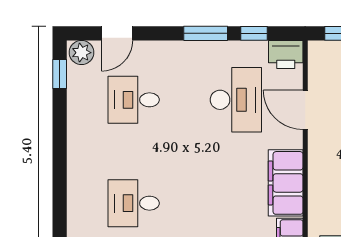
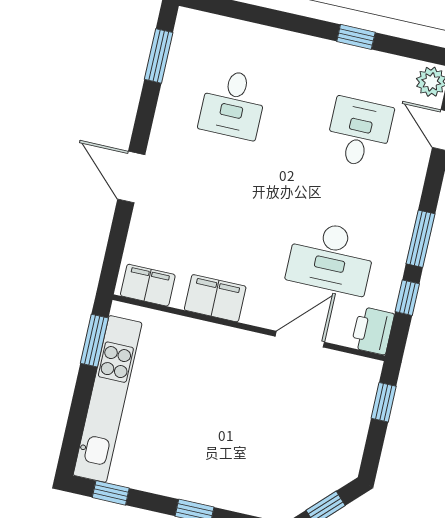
window: (60, 74) -> (356, 37), moved
filing cabinet: (286, 183) -> (215, 298), width x0.67, depth x0.86
desk: (134, 203) -> (233, 104), turned 180

